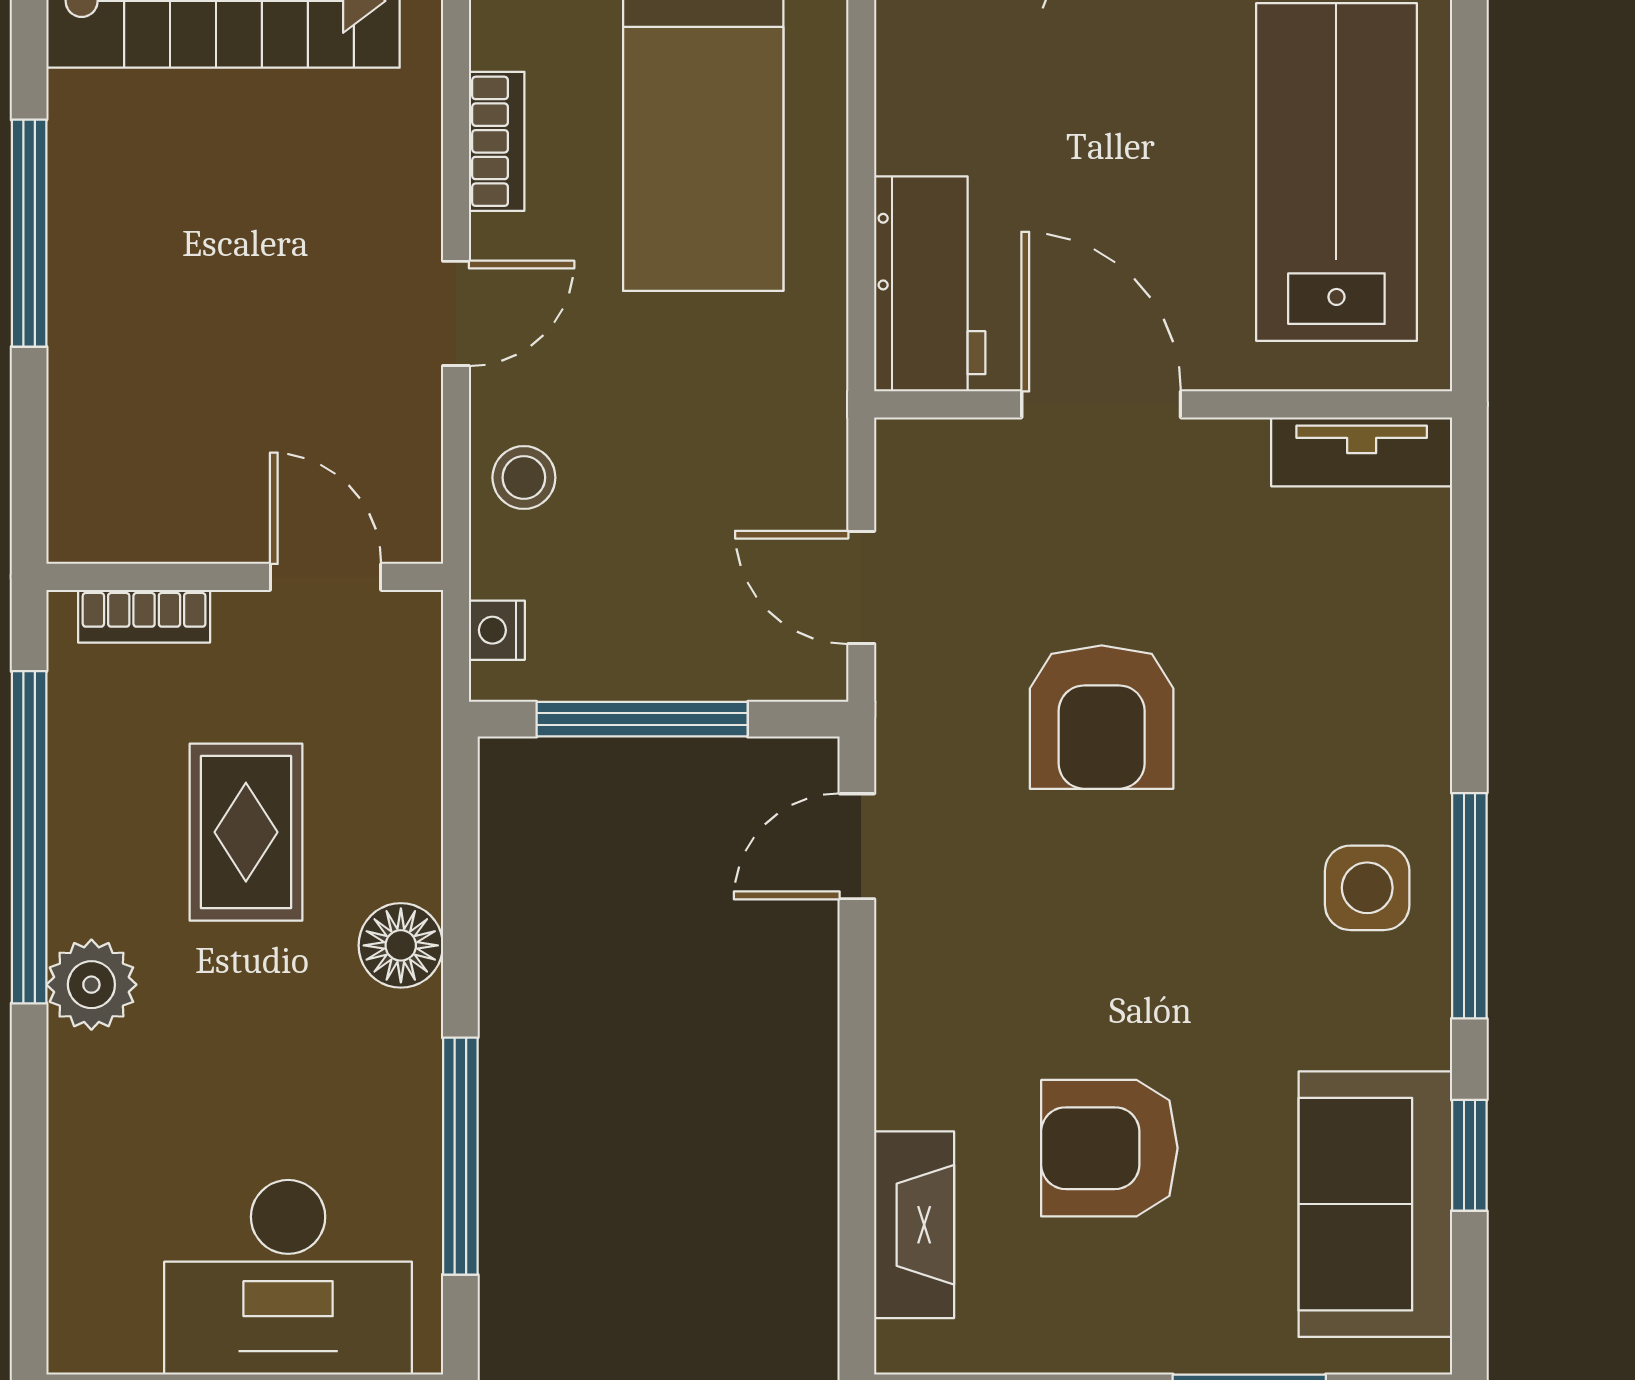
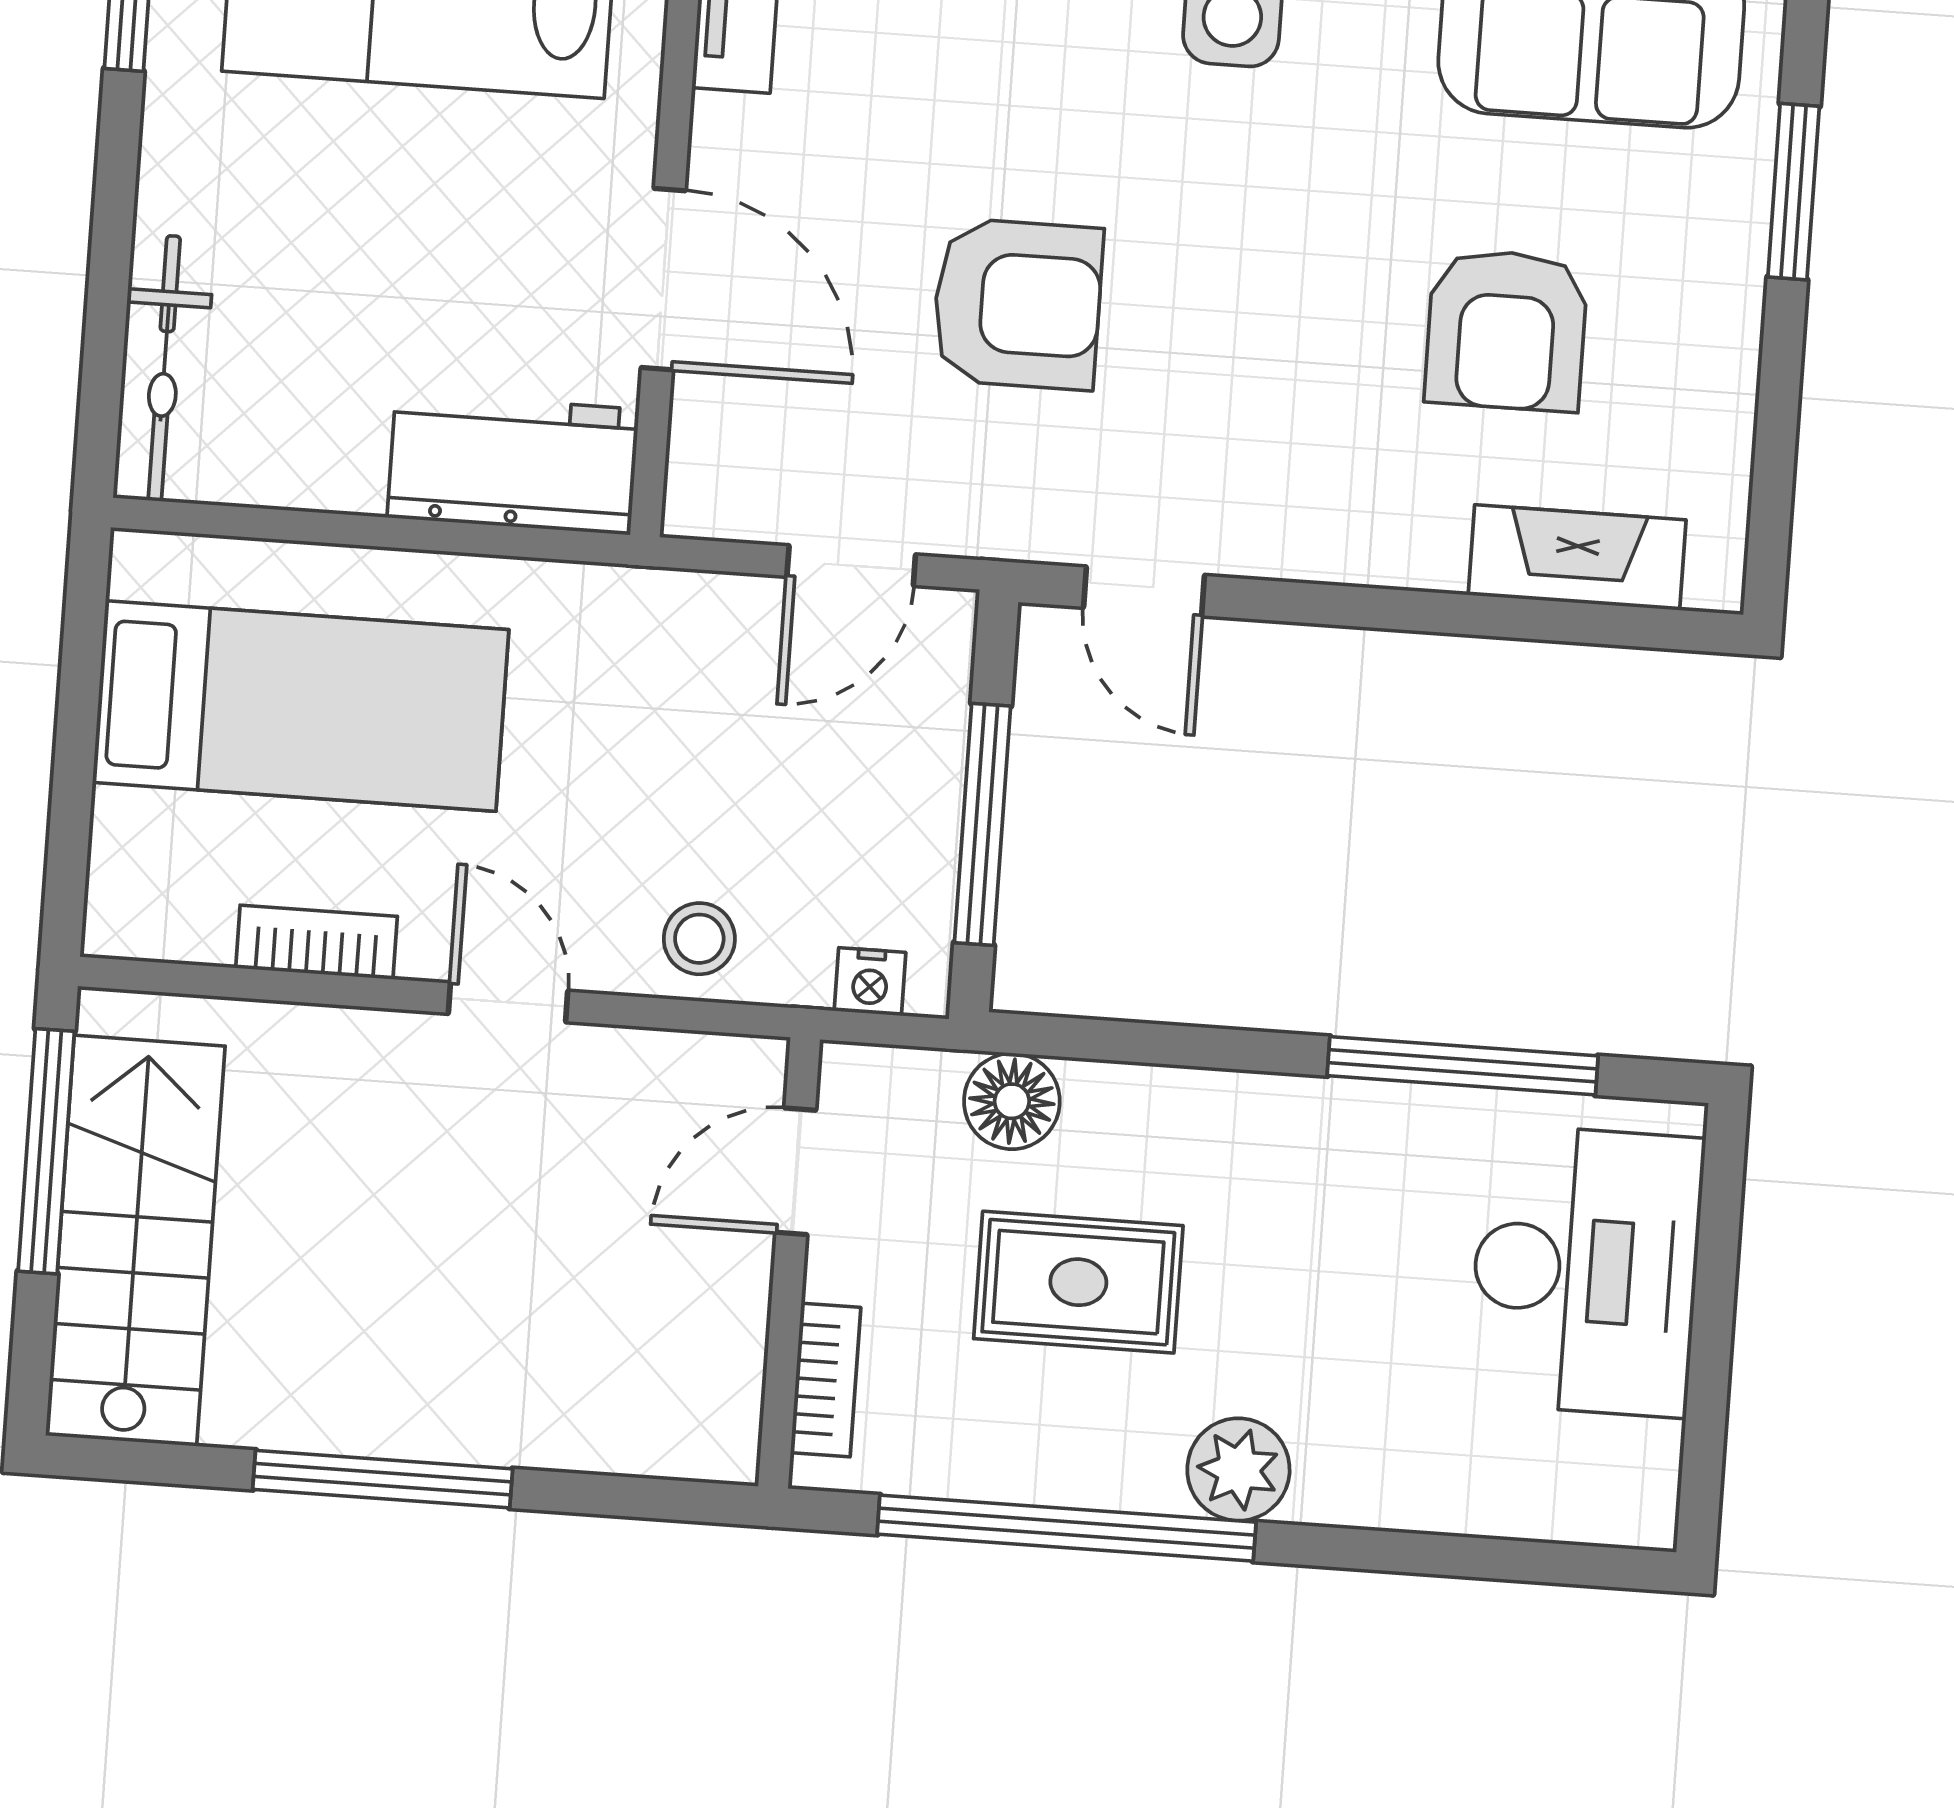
door: (1101, 404) -> (663, 279), swing flipped
floor lamp: (401, 945) -> (1012, 1101), moved

